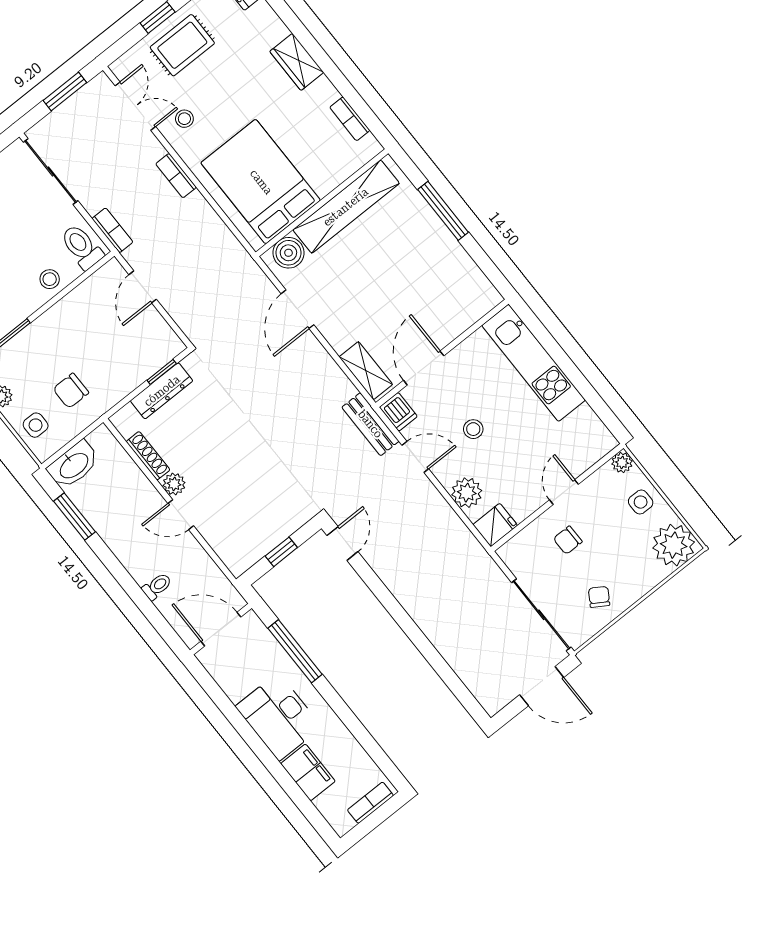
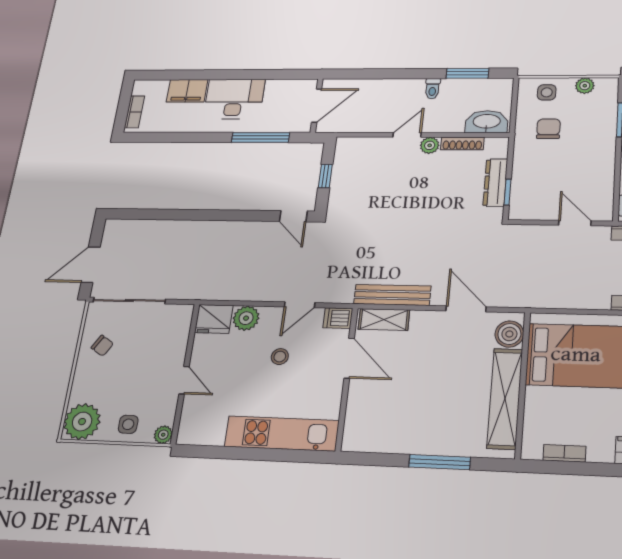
bench: (370, 424) -> (392, 295), moved, width x1.36
washbasin: (73, 465) -> (487, 122), moved, turned 90
fridge: (495, 525) -> (214, 319), width x1.38
chair: (568, 540) -> (154, 356), removed
toilet: (157, 586) -> (432, 89), moved

